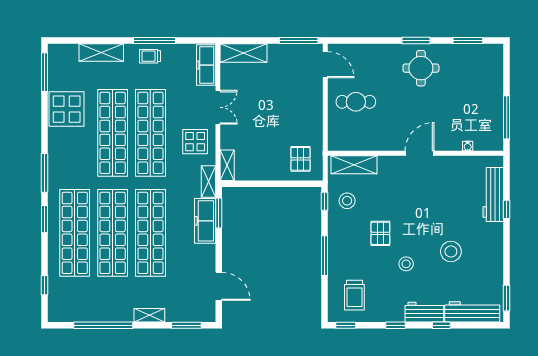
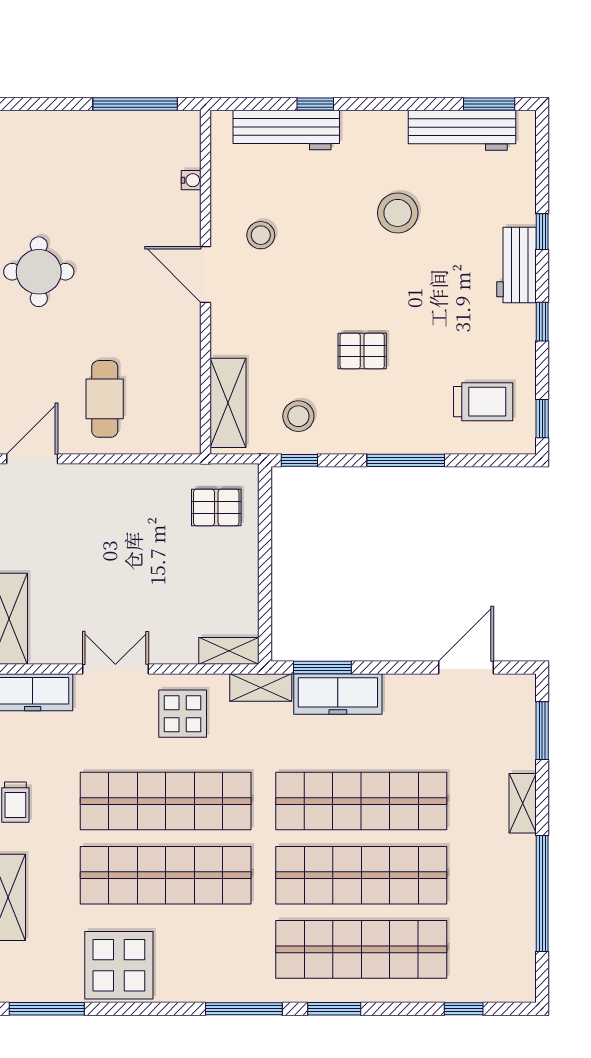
stool: (406, 264) -> (261, 235), moved
workbench: (472, 312) -> (462, 130), moved, turned -90

